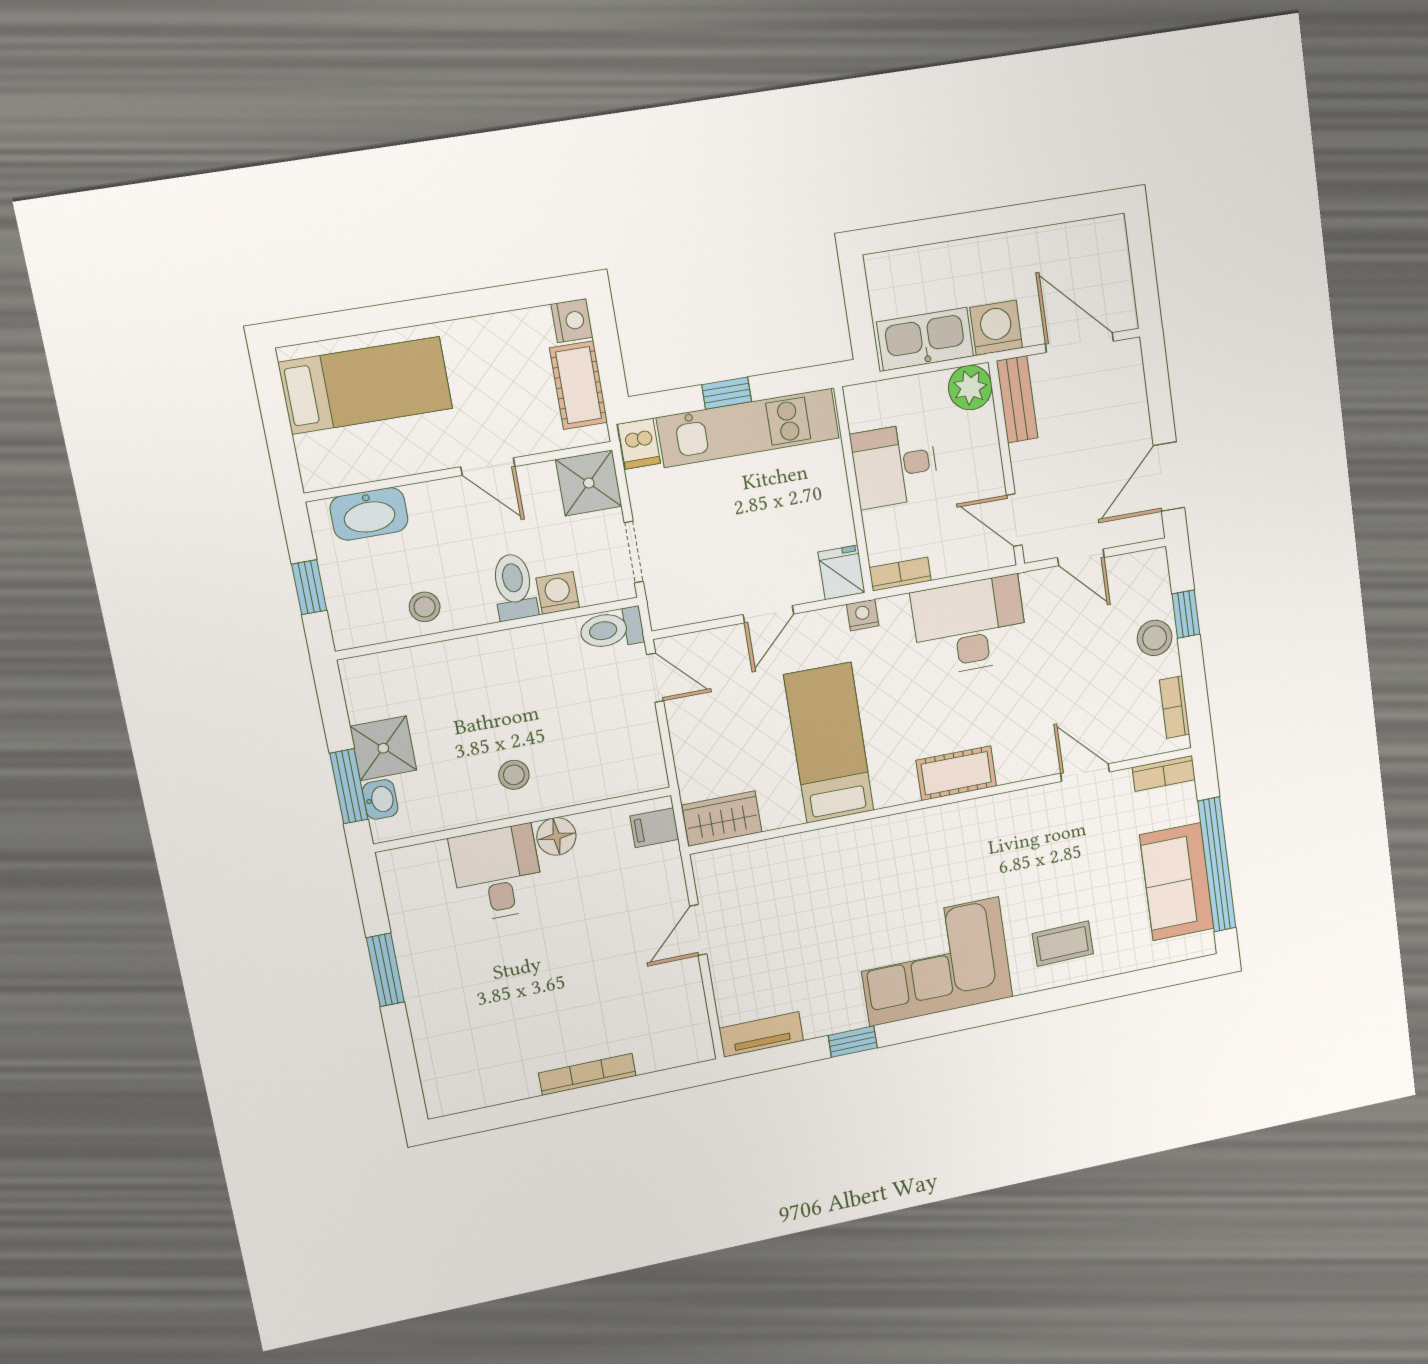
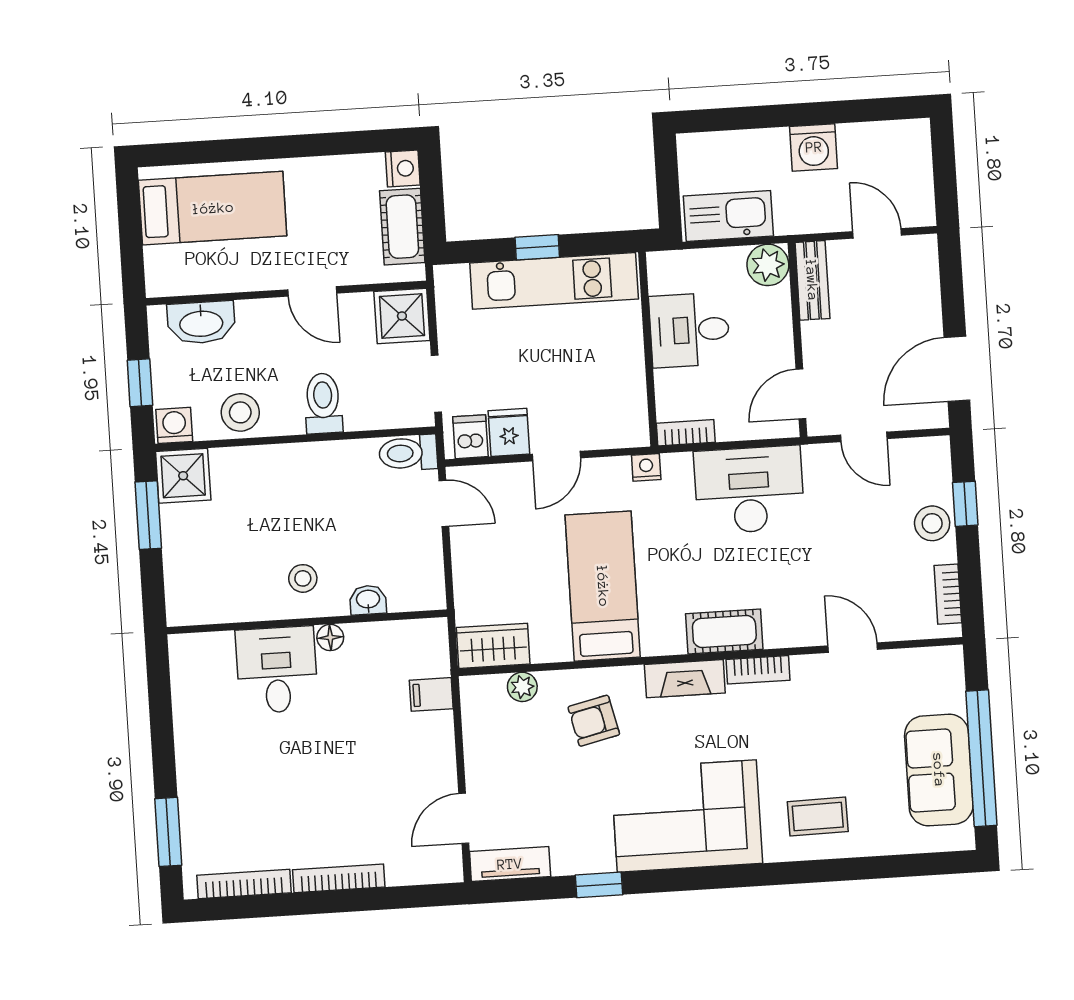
washing machine: (996, 328) -> (814, 147), moved, turned 180
door: (1079, 343) -> (877, 233), width x0.73
dishwasher: (639, 444) -> (470, 437), moved, turned 180
door: (1014, 520) -> (801, 394), hinge flipped
fridge: (842, 572) -> (509, 432), moved
washing machine: (558, 593) -> (174, 425), moved
stool: (425, 607) -> (240, 412), width x1.37, depth x1.37
shower: (383, 748) -> (183, 476), moved
bookcase: (1164, 773) -> (758, 670), moved
window: (349, 786) -> (148, 515), moved
washbasin: (380, 799) -> (368, 600), moved, turned -90
fireplace: (921, 826) -> (685, 679), added
filing cabinet: (654, 828) -> (431, 694), moved
floor lamp: (556, 836) -> (330, 637), width x0.73, depth x0.73
plant: (756, 856) -> (522, 687), added
armchair: (832, 880) -> (594, 721), added
door: (698, 930) -> (464, 818), moved
window: (385, 970) -> (168, 832), moved
bookcase: (489, 1095) -> (244, 884), added

